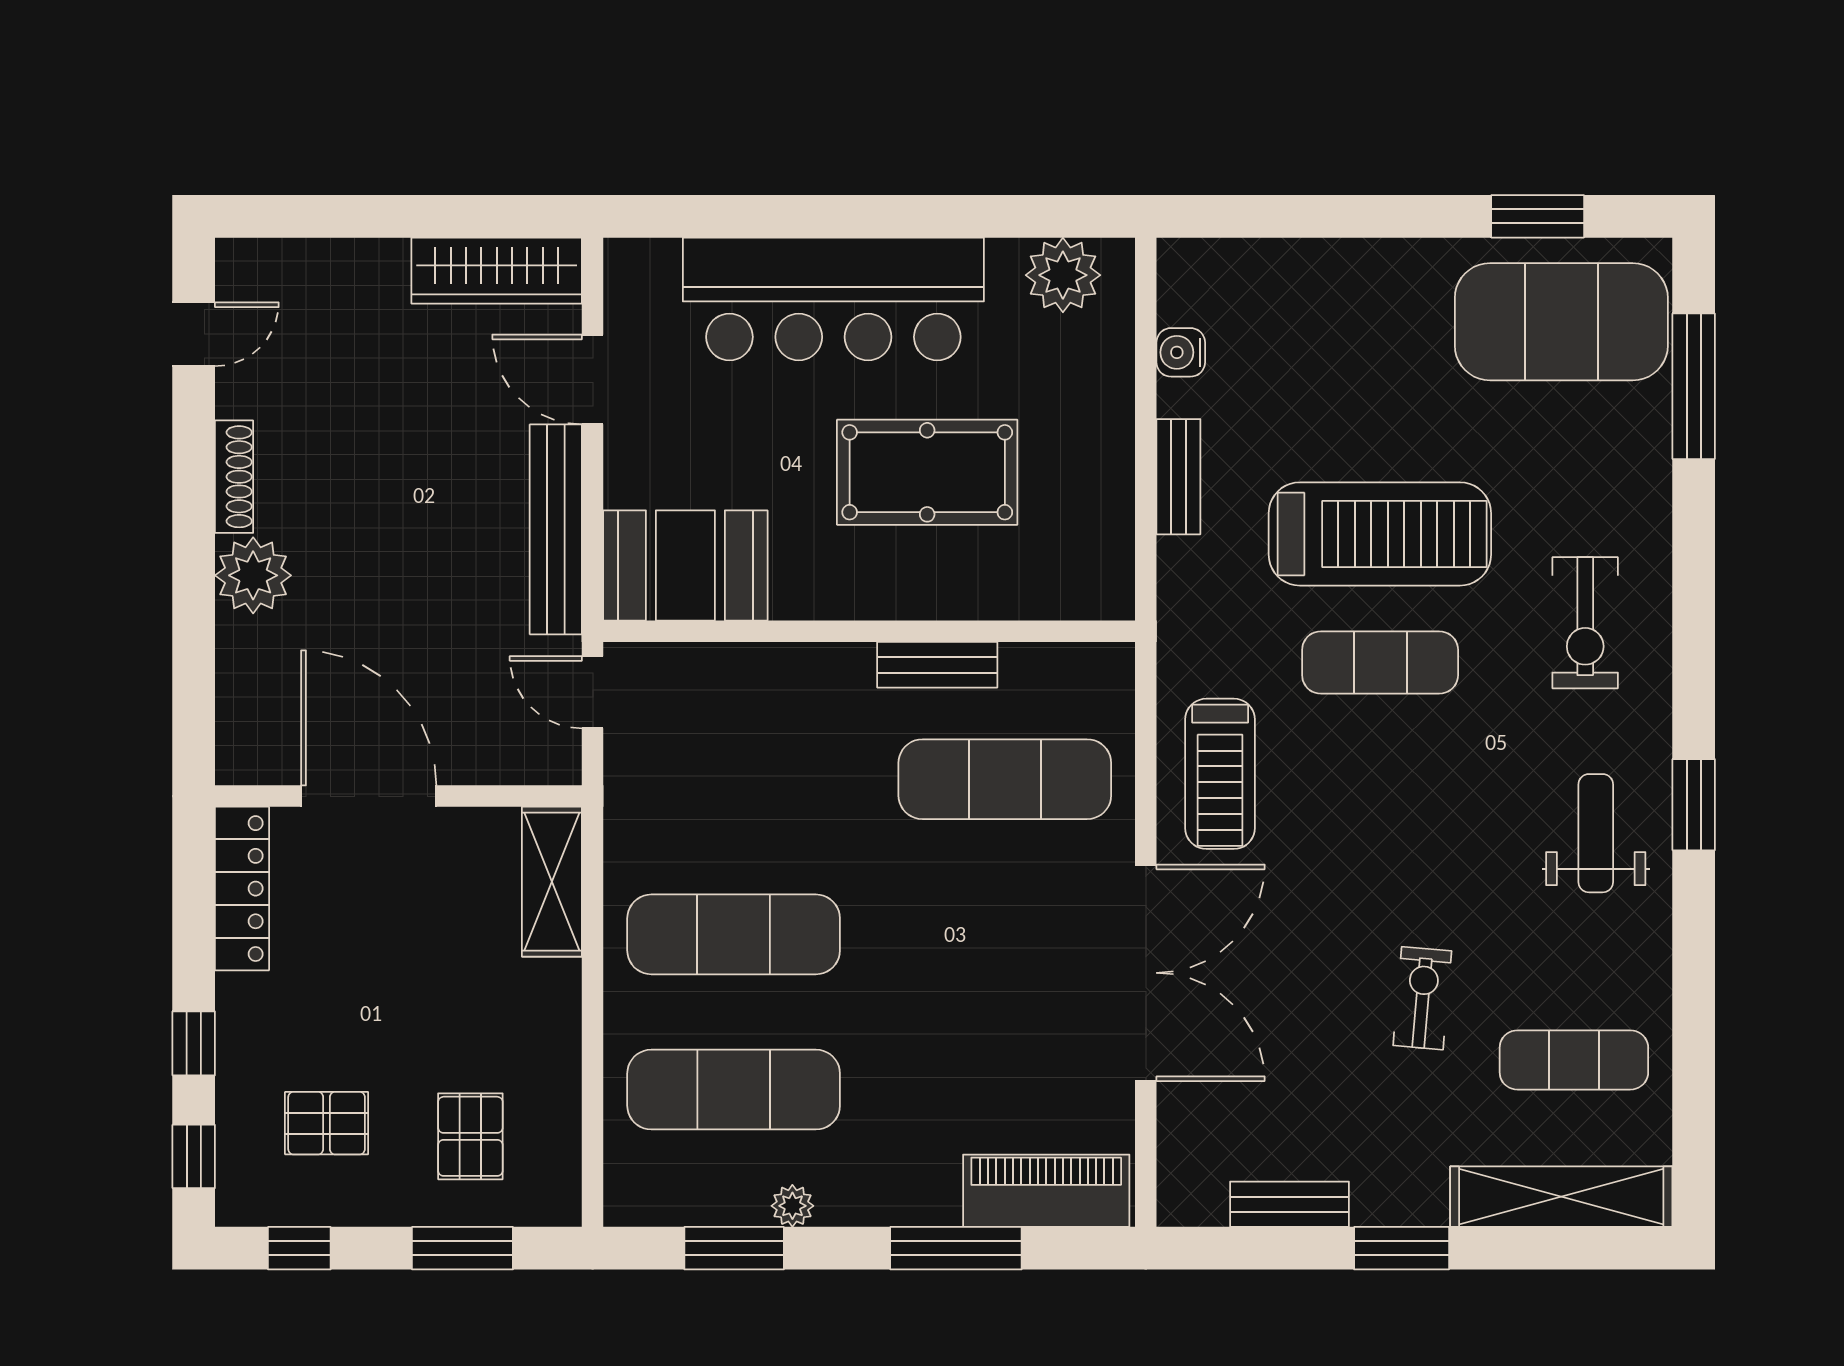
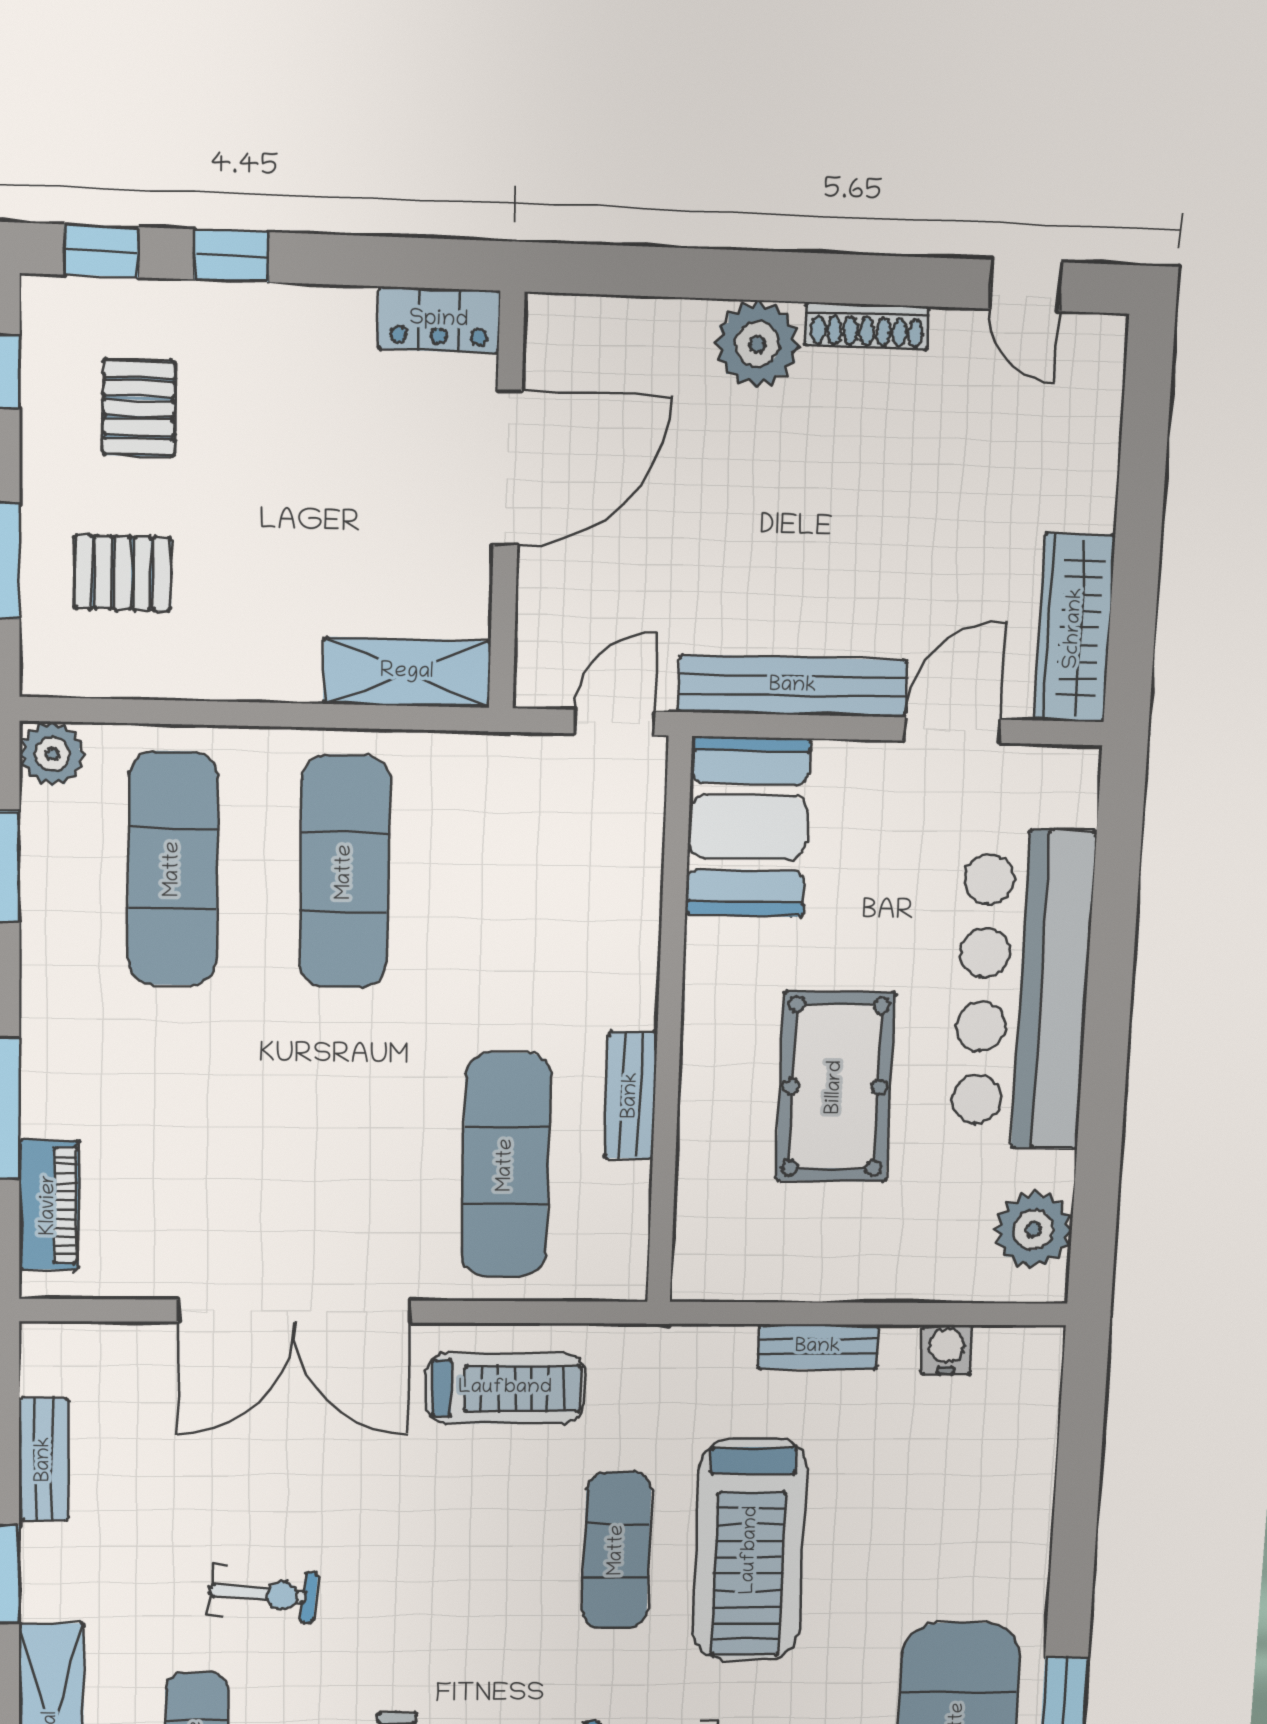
treadmill: (1220, 774) -> (505, 1388), turned 180
locker: (242, 889) -> (439, 320), width x0.66
piano: (1046, 1191) -> (49, 1205), width x0.73, depth x0.75
plant: (792, 1206) -> (52, 754), moved, width x1.38, depth x1.38

